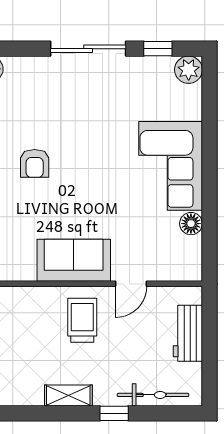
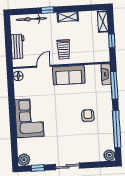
sliding door: (88, 49) -> (68, 166), width x0.73
floor lamp: (191, 224) -> (18, 76), moved

